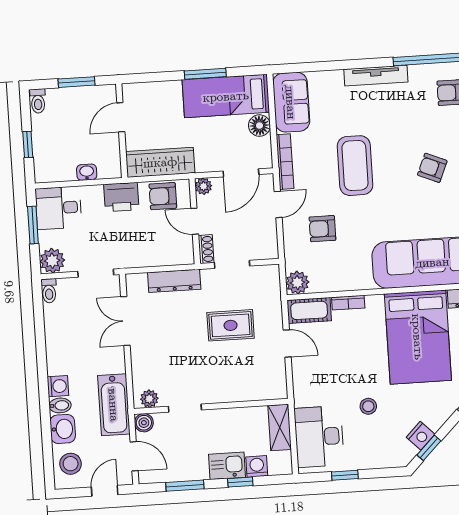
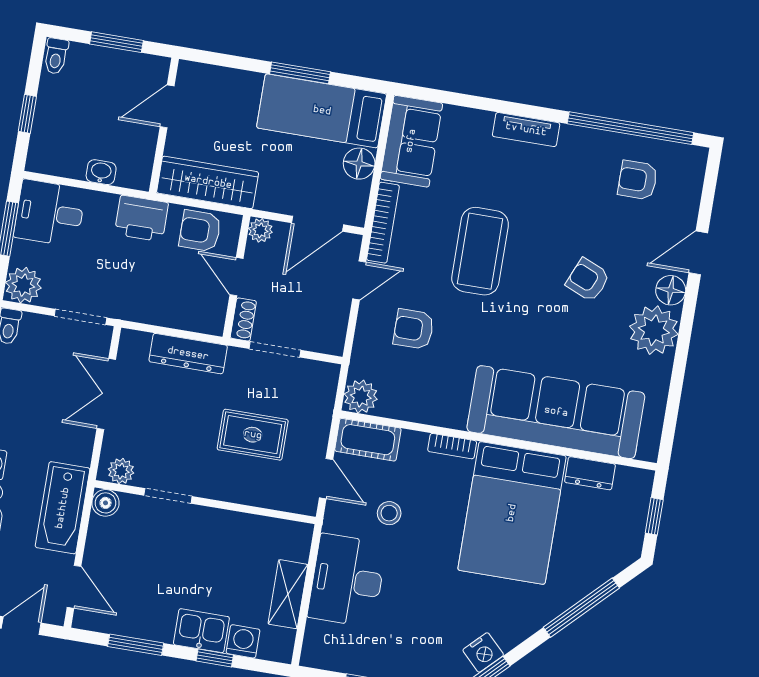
tv unit: (376, 76) -> (526, 130), width x0.71
bookcase: (348, 303) -> (452, 446), moved
plant: (149, 399) -> (121, 471), moved
wall: (211, 406) -> (205, 502), moved
stool: (368, 406) -> (389, 513), moved
doorway: (185, 408) -> (168, 496), moved
boiler: (144, 423) -> (105, 503), moved
desk: (319, 437) -> (347, 580), moved

